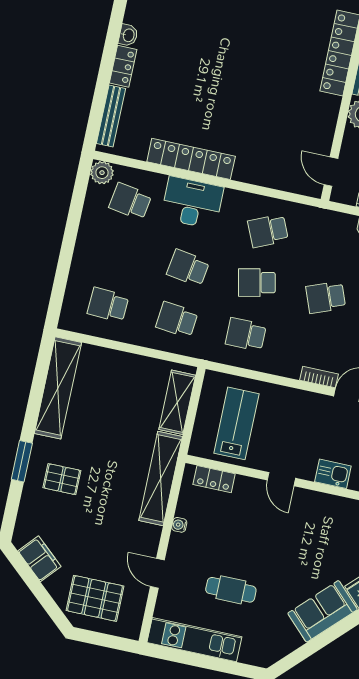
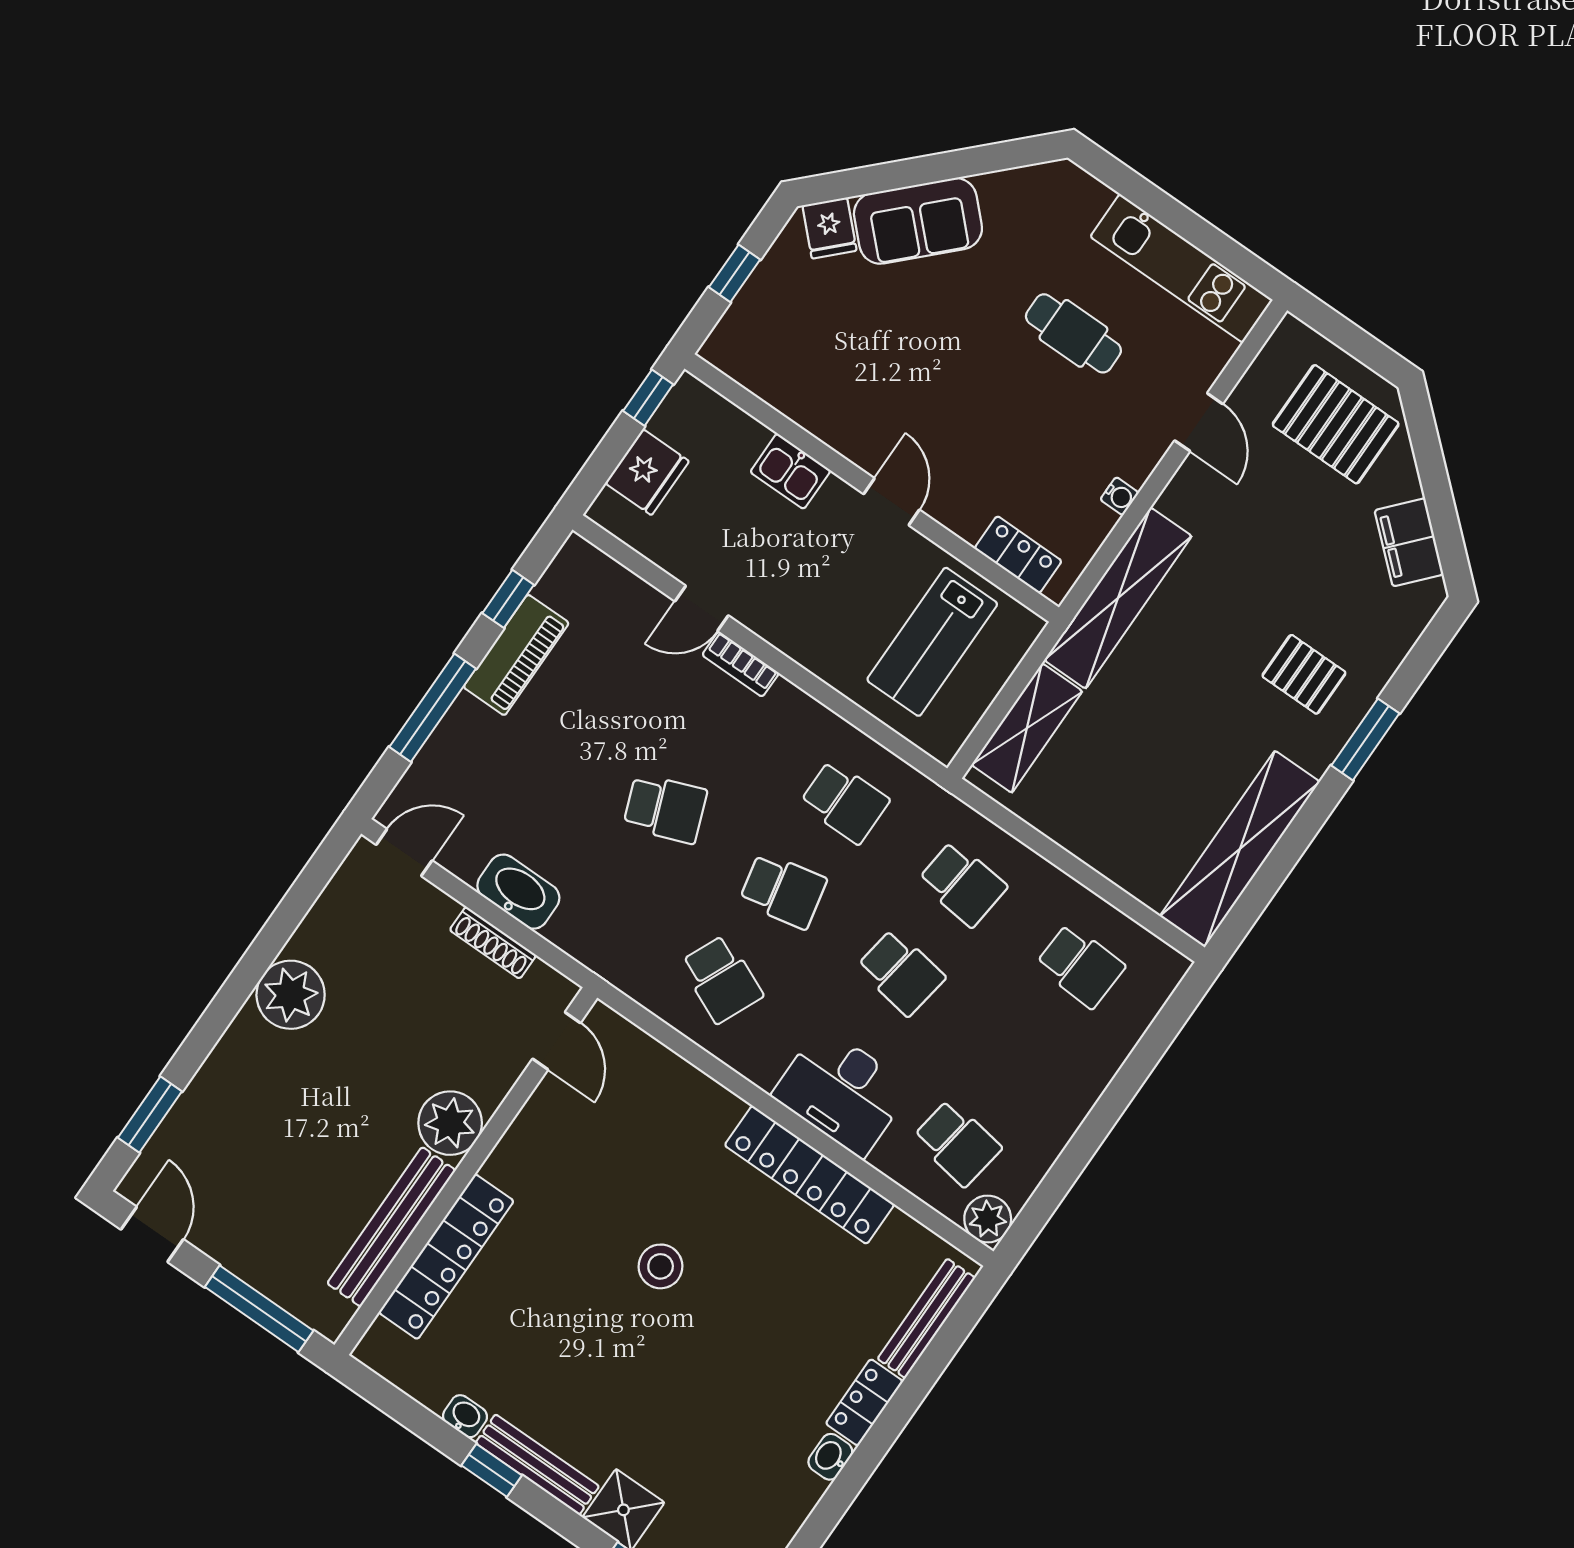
stool: (241, 89) -> (661, 1266), added
school desk: (268, 231) -> (721, 979), turned 48

